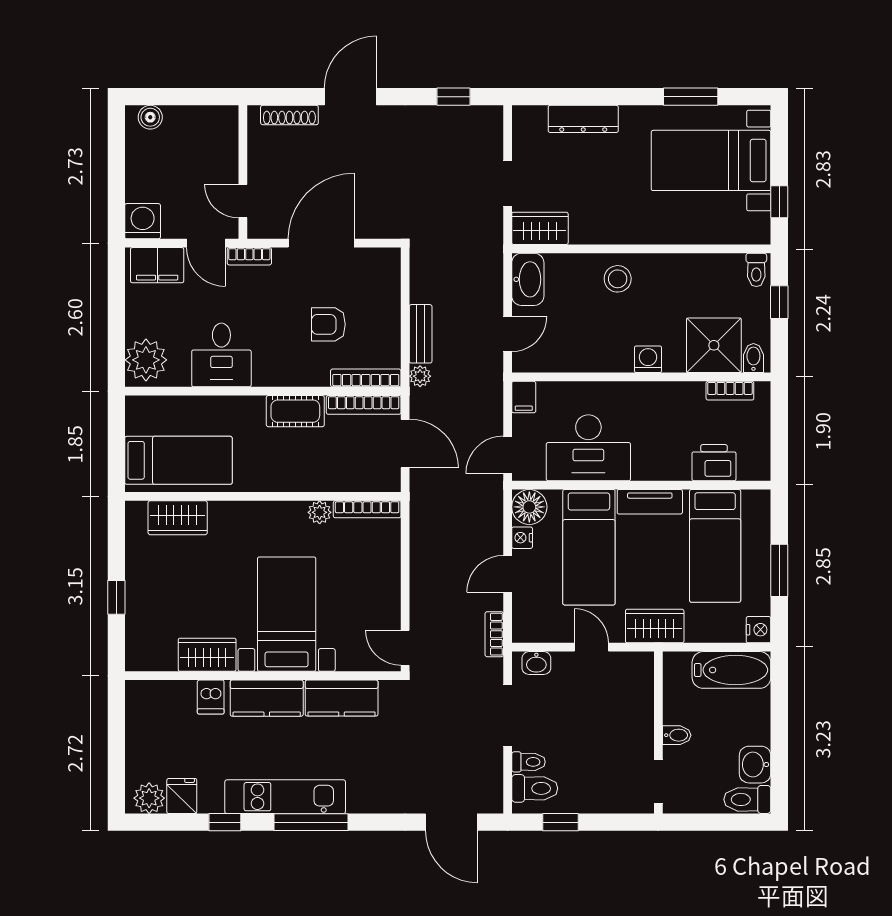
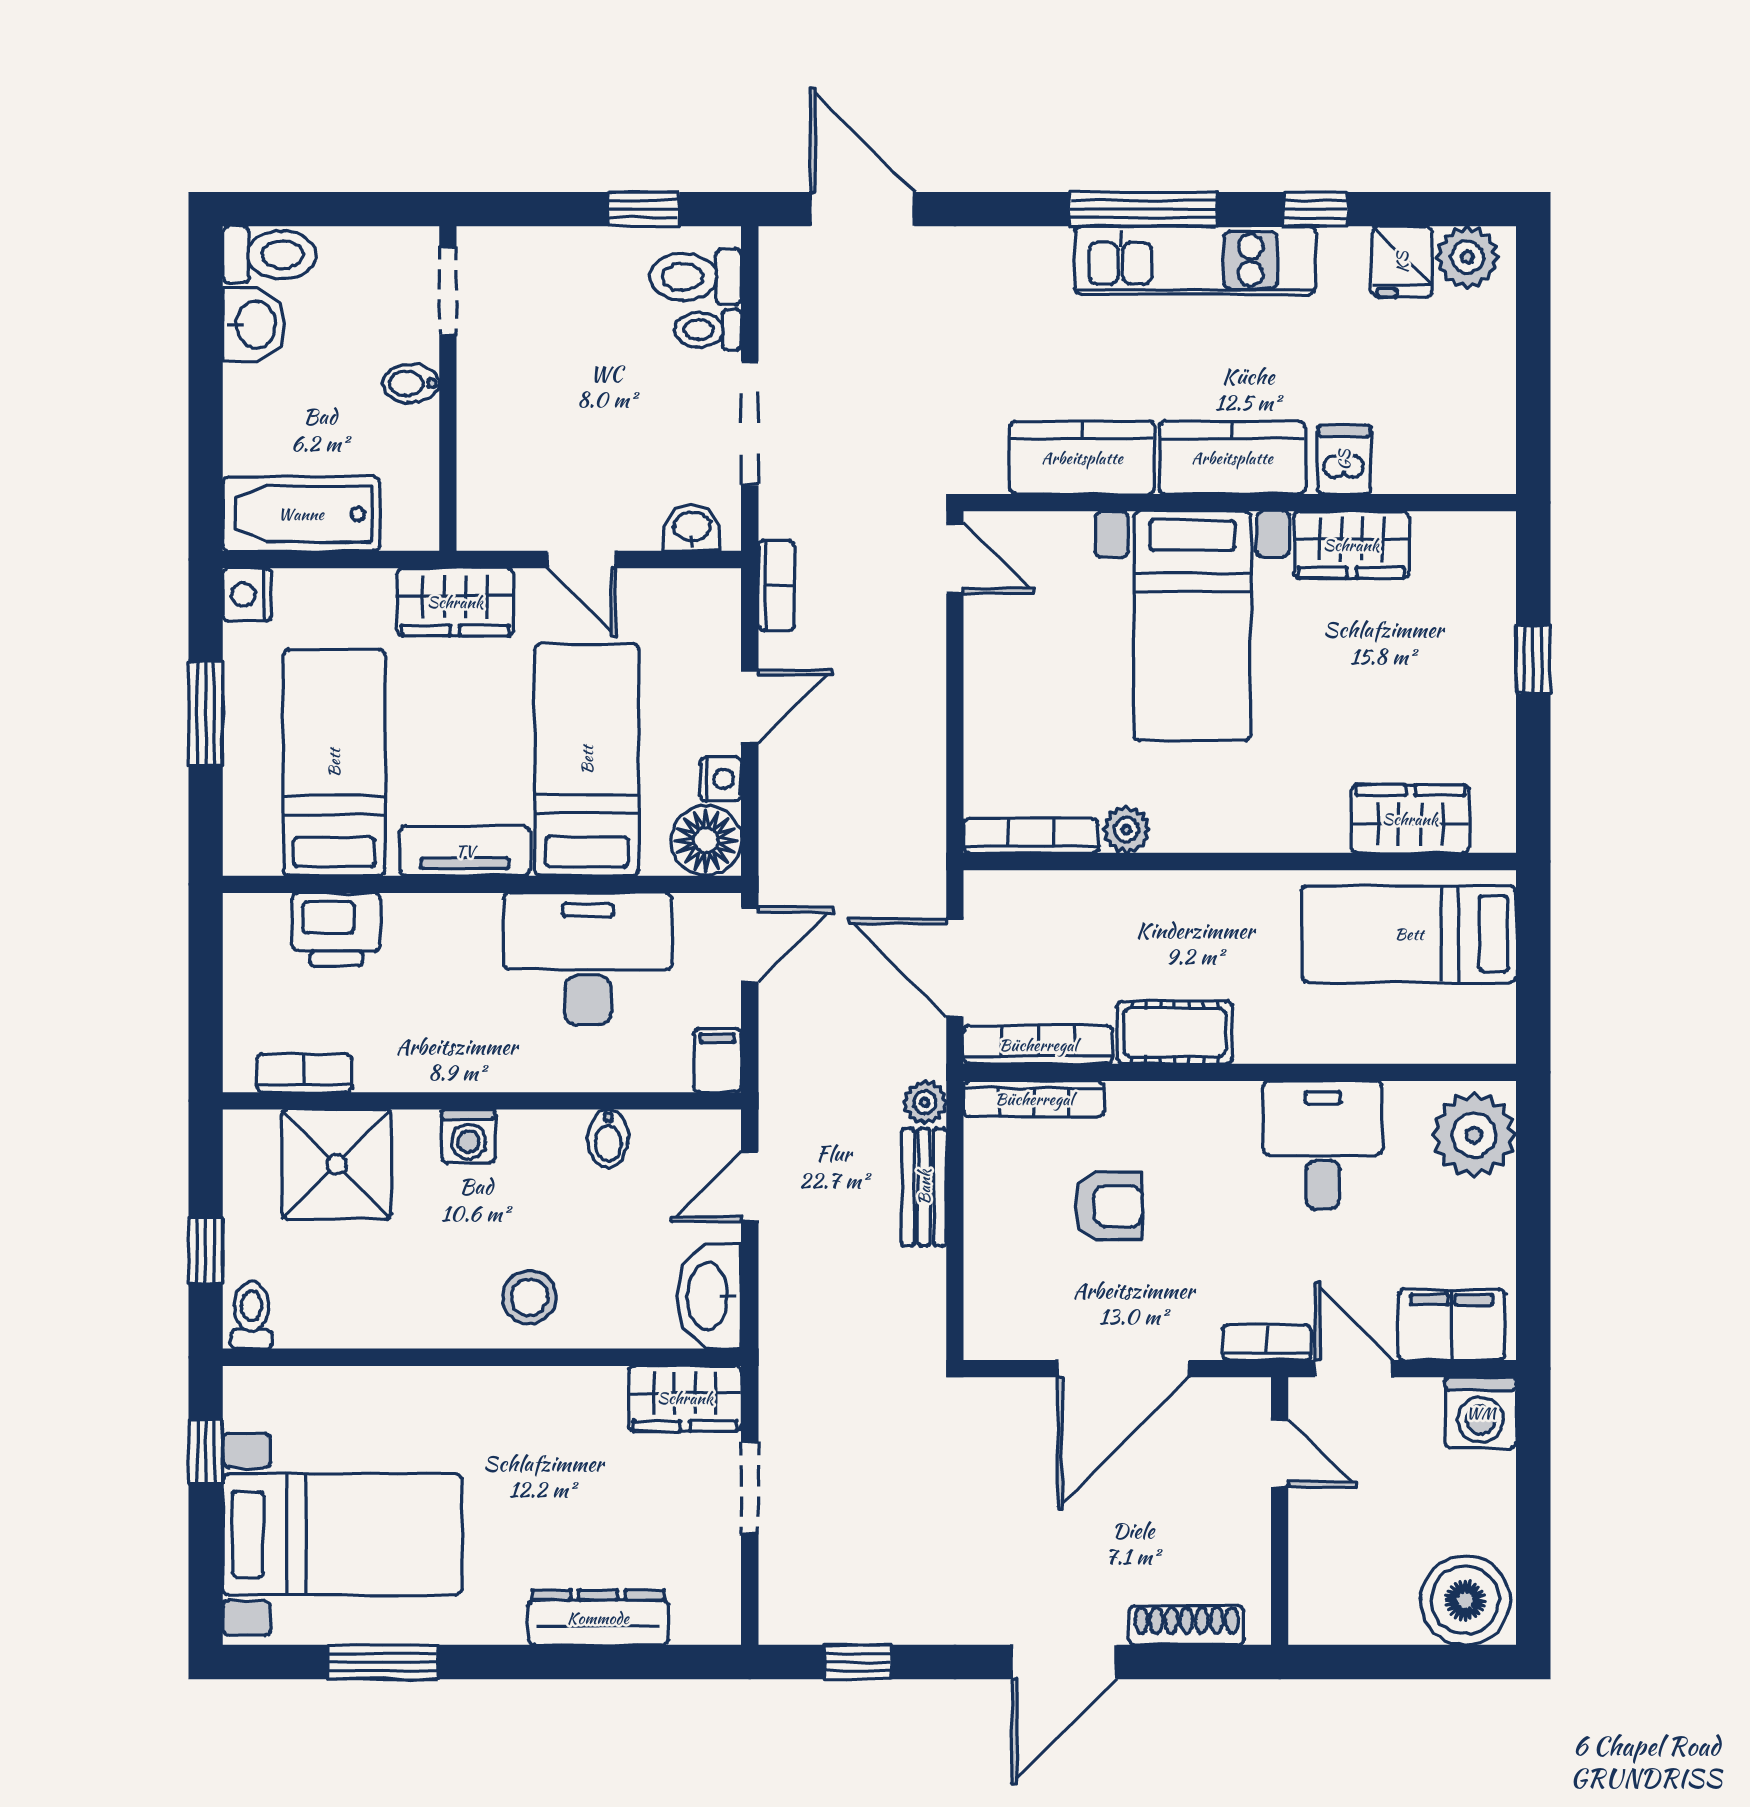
boiler: (150, 117) -> (1465, 1600), width x1.86, depth x1.86
bidet: (753, 358) -> (608, 1139), moved

